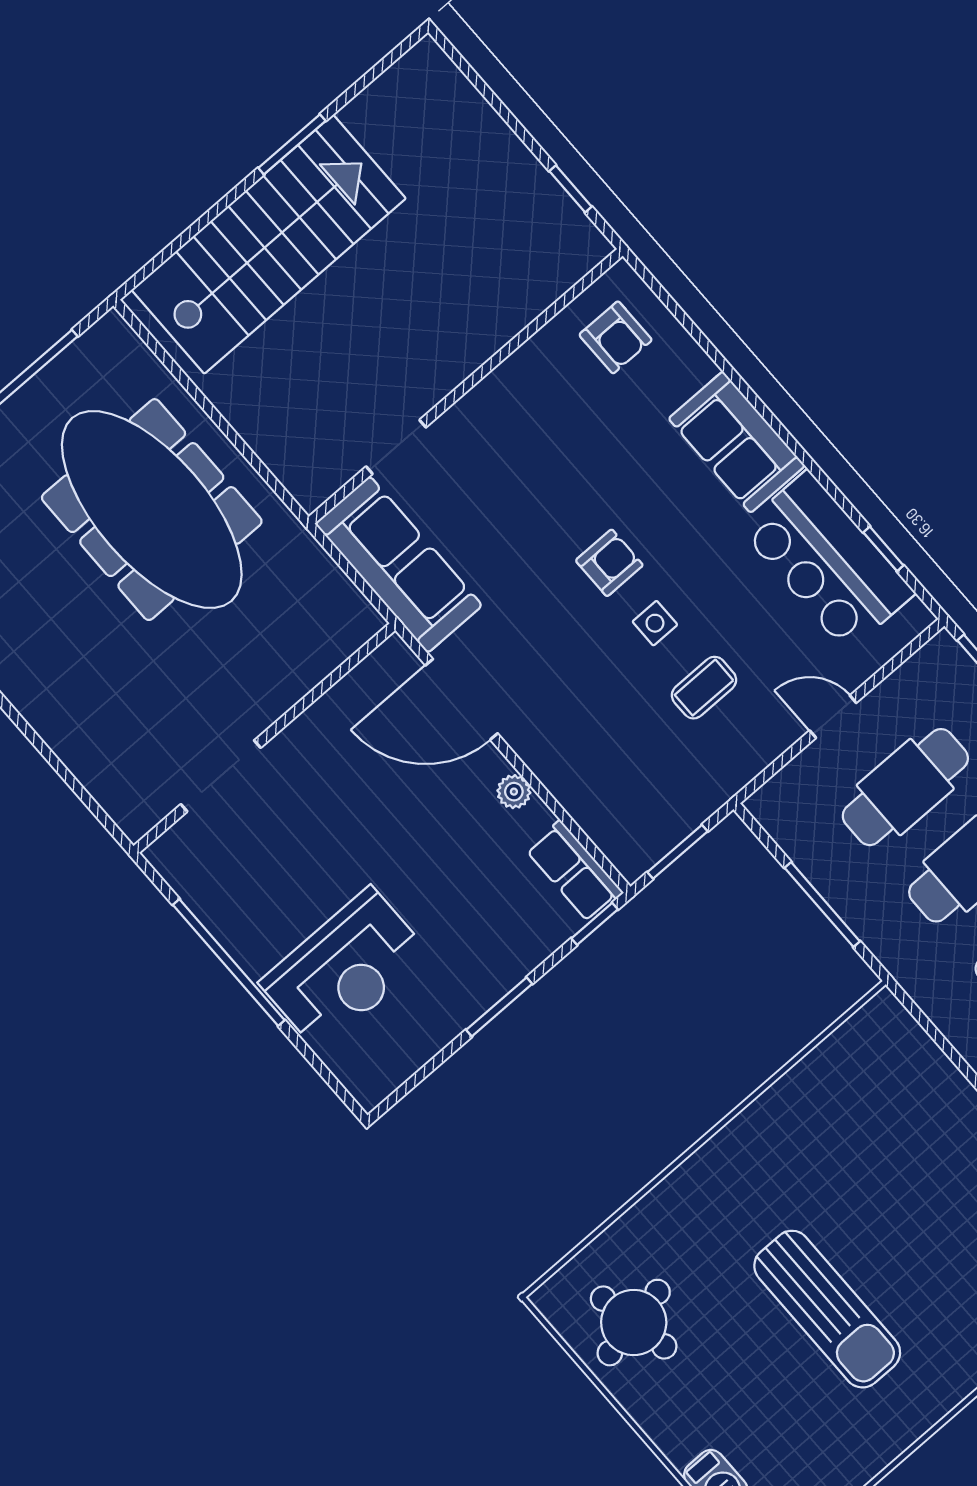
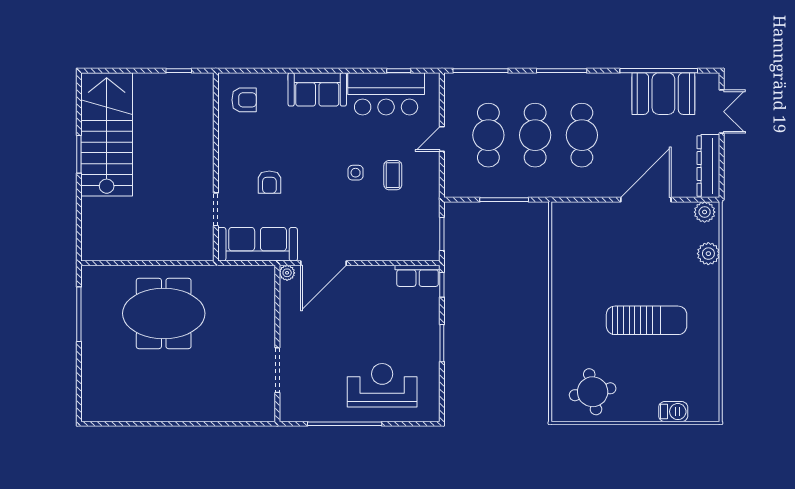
stairs: (269, 244) -> (107, 134), moved
meeting table: (152, 510) -> (164, 313), width x0.73
armchair: (609, 563) -> (269, 182), moved, turned 180
plant: (514, 792) -> (287, 273), moved
reception desk: (345, 969) -> (382, 385), turned -90

